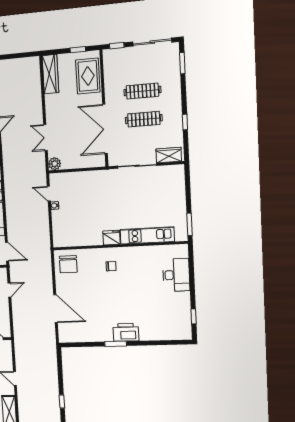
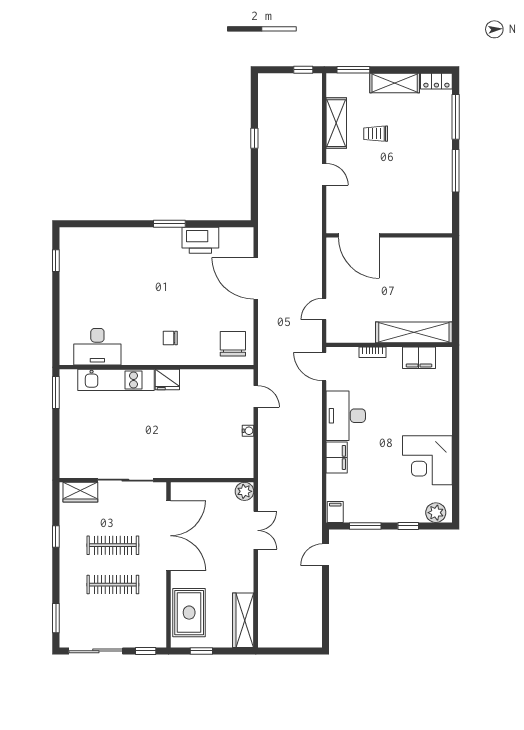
door: (49, 194) -> (256, 396), moved
desk: (176, 275) -> (97, 347), moved, turned -90
printer: (126, 332) -> (200, 240), moved

